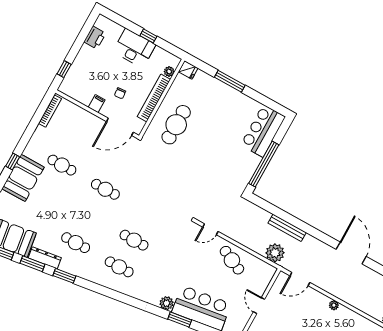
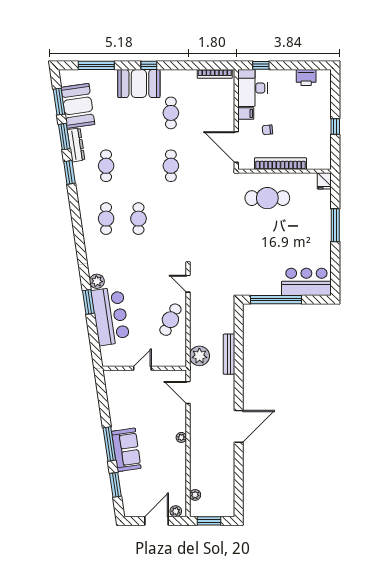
desk: (134, 48) -> (252, 88), moved, turned 180
plant: (169, 71) -> (313, 164), removed

